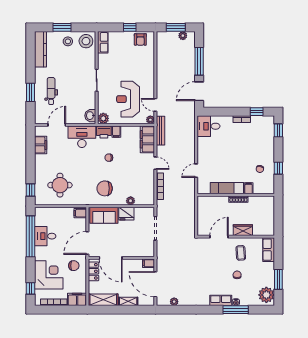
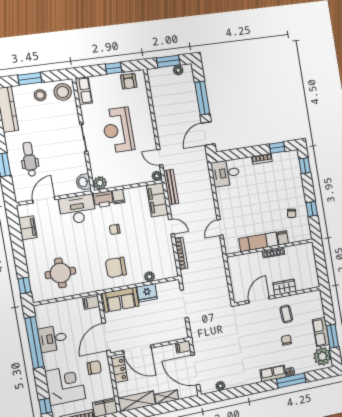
reception desk: (128, 99) -> (118, 130), moved
row of seats: (269, 250) -> (321, 332), moved

